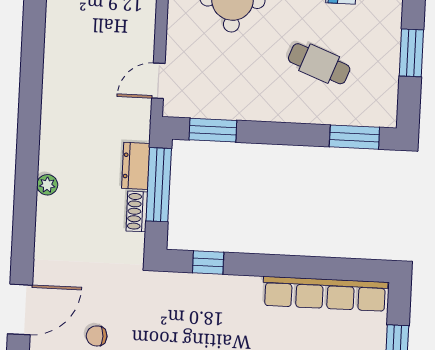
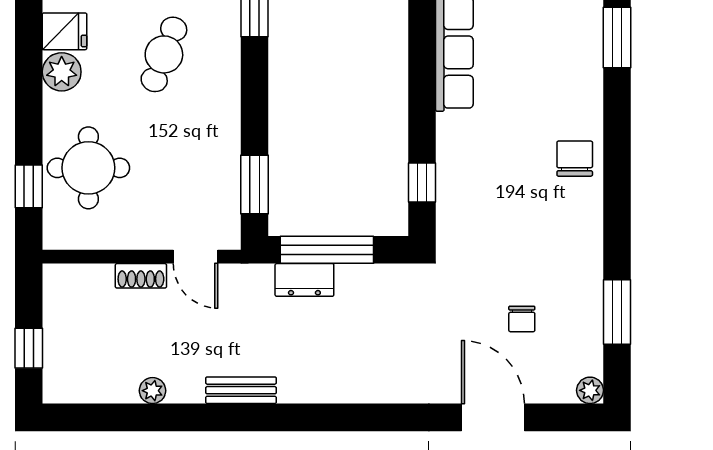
bench: (51, 112) -> (241, 390), added
plant: (47, 185) -> (153, 391), moved
shoe rack: (137, 211) -> (141, 276), moved

